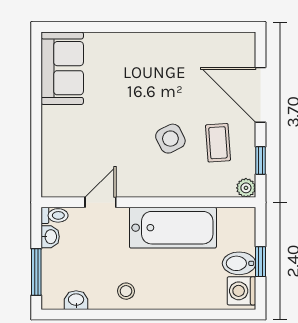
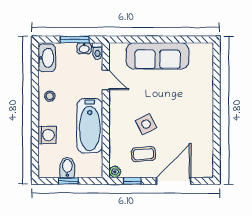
sofa: (62, 68) -> (157, 56), moved, width x1.36
window: (36, 272) -> (75, 40), moved
washing machine: (241, 291) -> (47, 135), moved, turned 90
washbasin: (76, 300) -> (47, 58), width x1.91, depth x1.45

